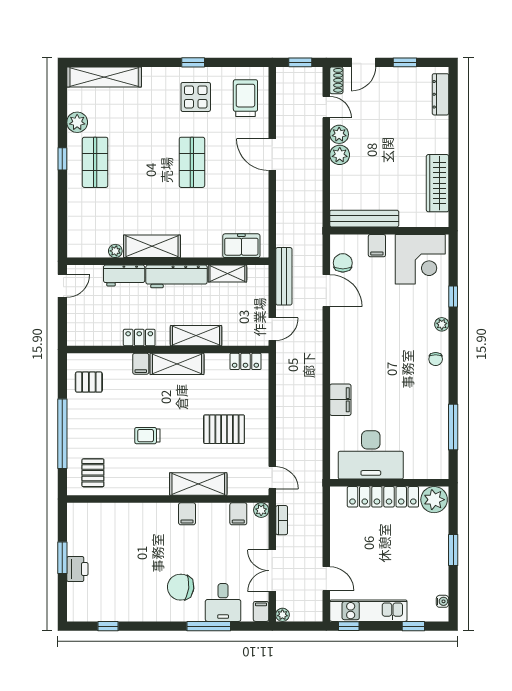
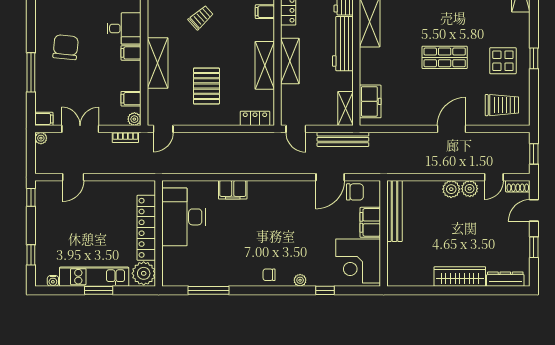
door: (364, 62) -> (534, 210), hinge flipped
wardrobe: (438, 183) -> (460, 276), moved
filing cabinet: (377, 246) -> (370, 222), width x2.00
shelving: (227, 274) -> (345, 108), moved
locker: (245, 361) -> (255, 118), moved, turned 90
shelving: (177, 364) -> (265, 65), moved
trolley: (147, 436) -> (201, 18), turned 48
desk: (223, 602) -> (124, 28), moved, turned 180
kitchen unit: (368, 611) -> (94, 277), moved, turned -90

